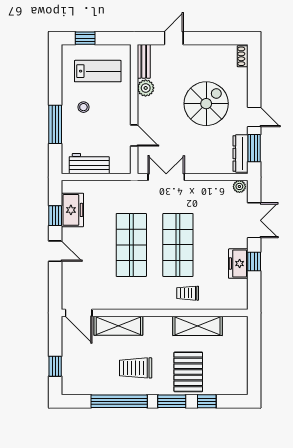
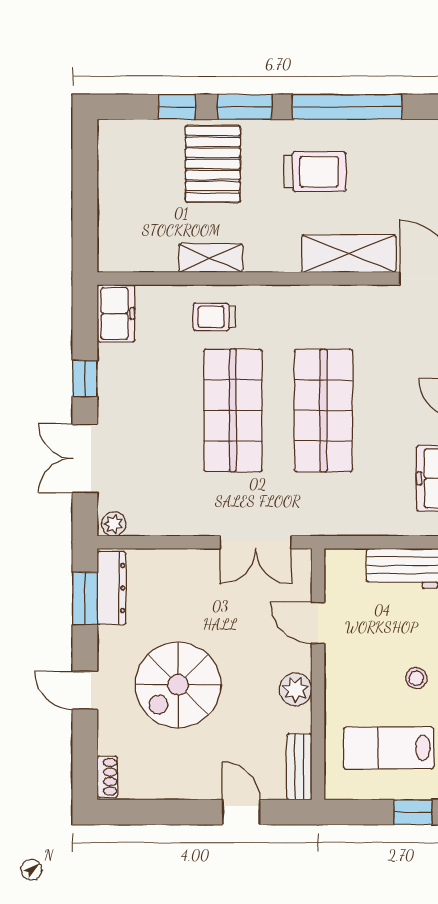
door: (174, 38) -> (241, 812), swing flipped
plant: (146, 88) -> (296, 689), moved
door: (254, 117) -> (85, 690), moved
freezer: (238, 264) -> (116, 313), moved
trolley: (188, 293) -> (214, 317), turned 180
shelving: (198, 326) -> (211, 258), width x0.67, depth x0.75

